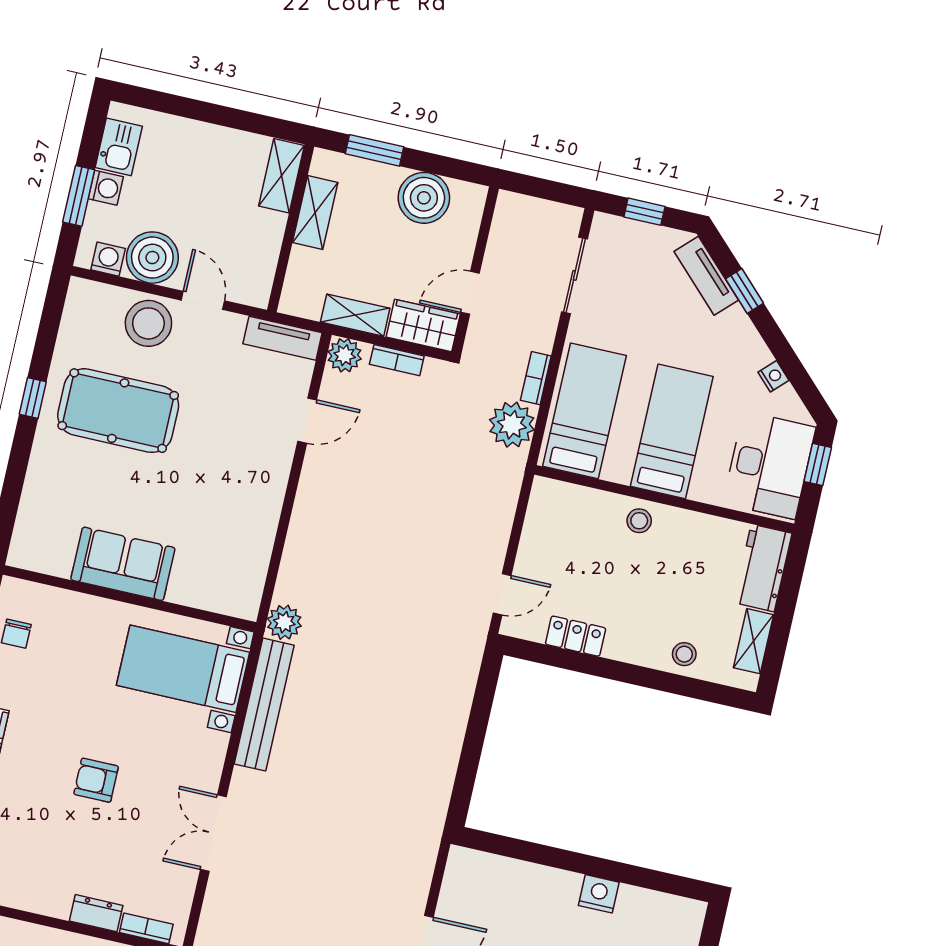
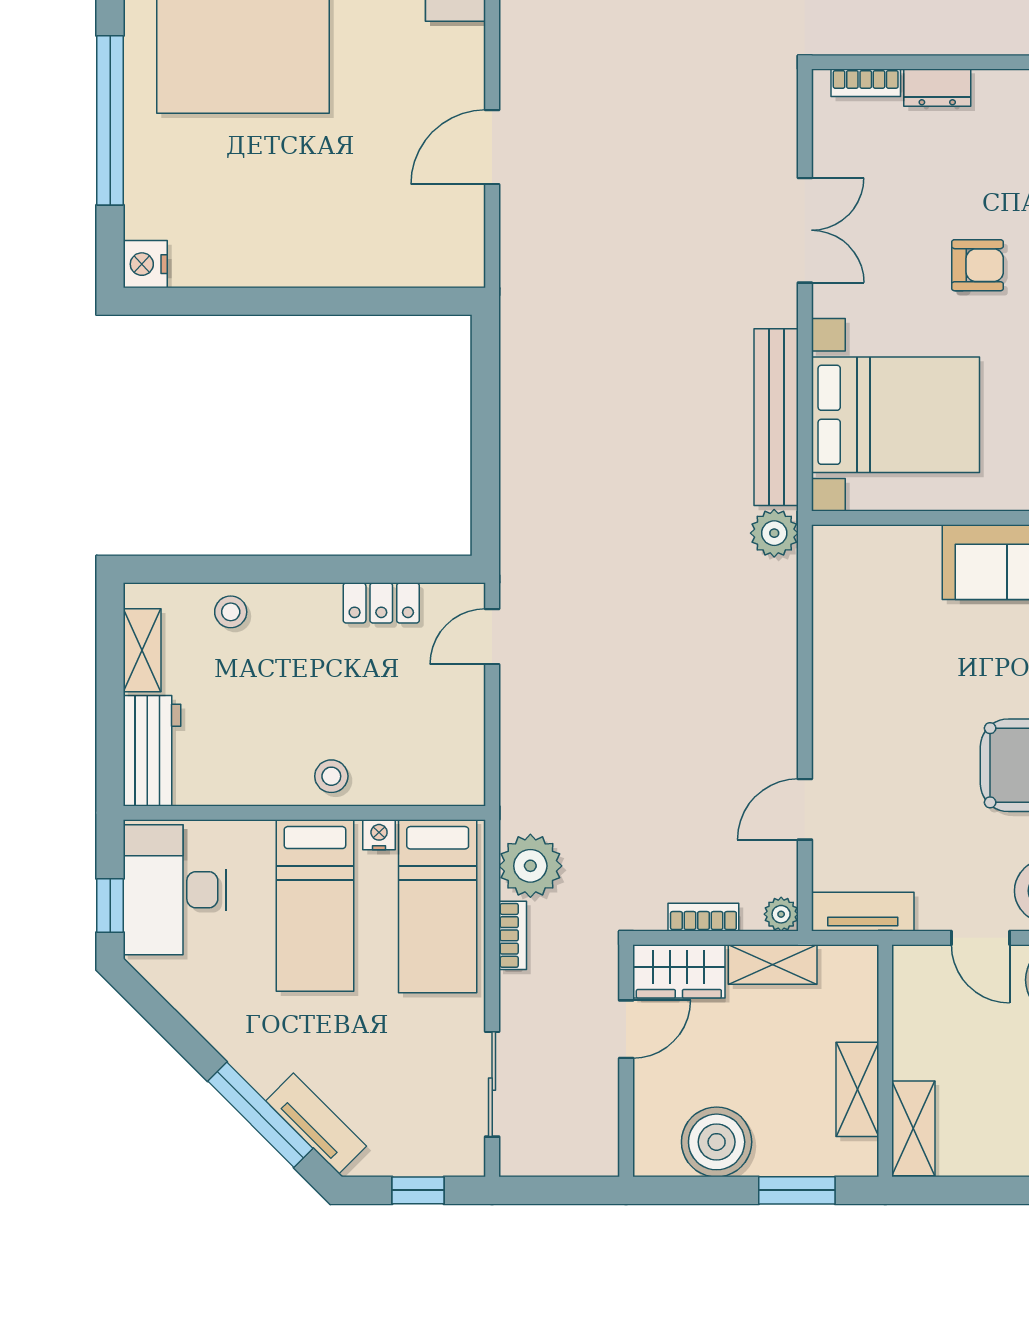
window: (744, 291) -> (260, 1115), width x2.17
plant: (345, 355) -> (781, 914), width x0.73, depth x0.73
nightstand: (773, 376) -> (379, 835), moved, turned 135
bed with nightstands: (183, 669) -> (895, 415), width x1.36
nightstand: (599, 894) -> (145, 264), moved, turned 90

